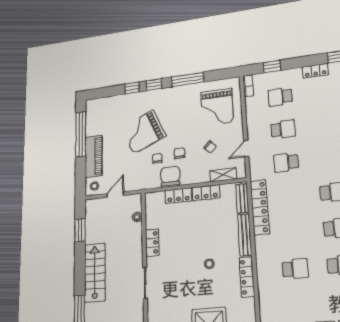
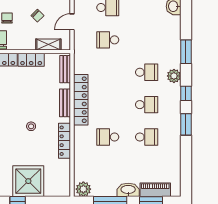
locker: (260, 207) -> (81, 100), moved
bench: (245, 235) -> (65, 103), width x0.73
school desk: (295, 269) -> (108, 137), turned 180

